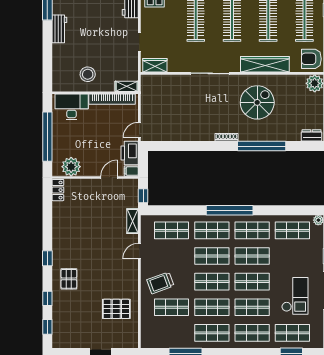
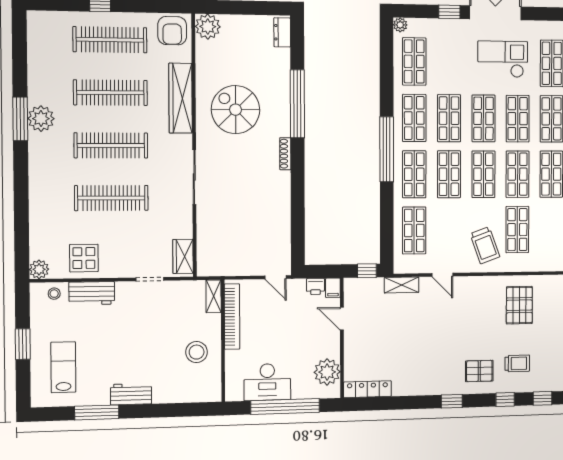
desk: (72, 107) -> (267, 382), moved, turned -90
printer: (130, 153) -> (316, 286), width x0.53, depth x0.68
locker: (58, 190) -> (367, 389), width x1.53
trolley: (74, 307) -> (517, 363), added

